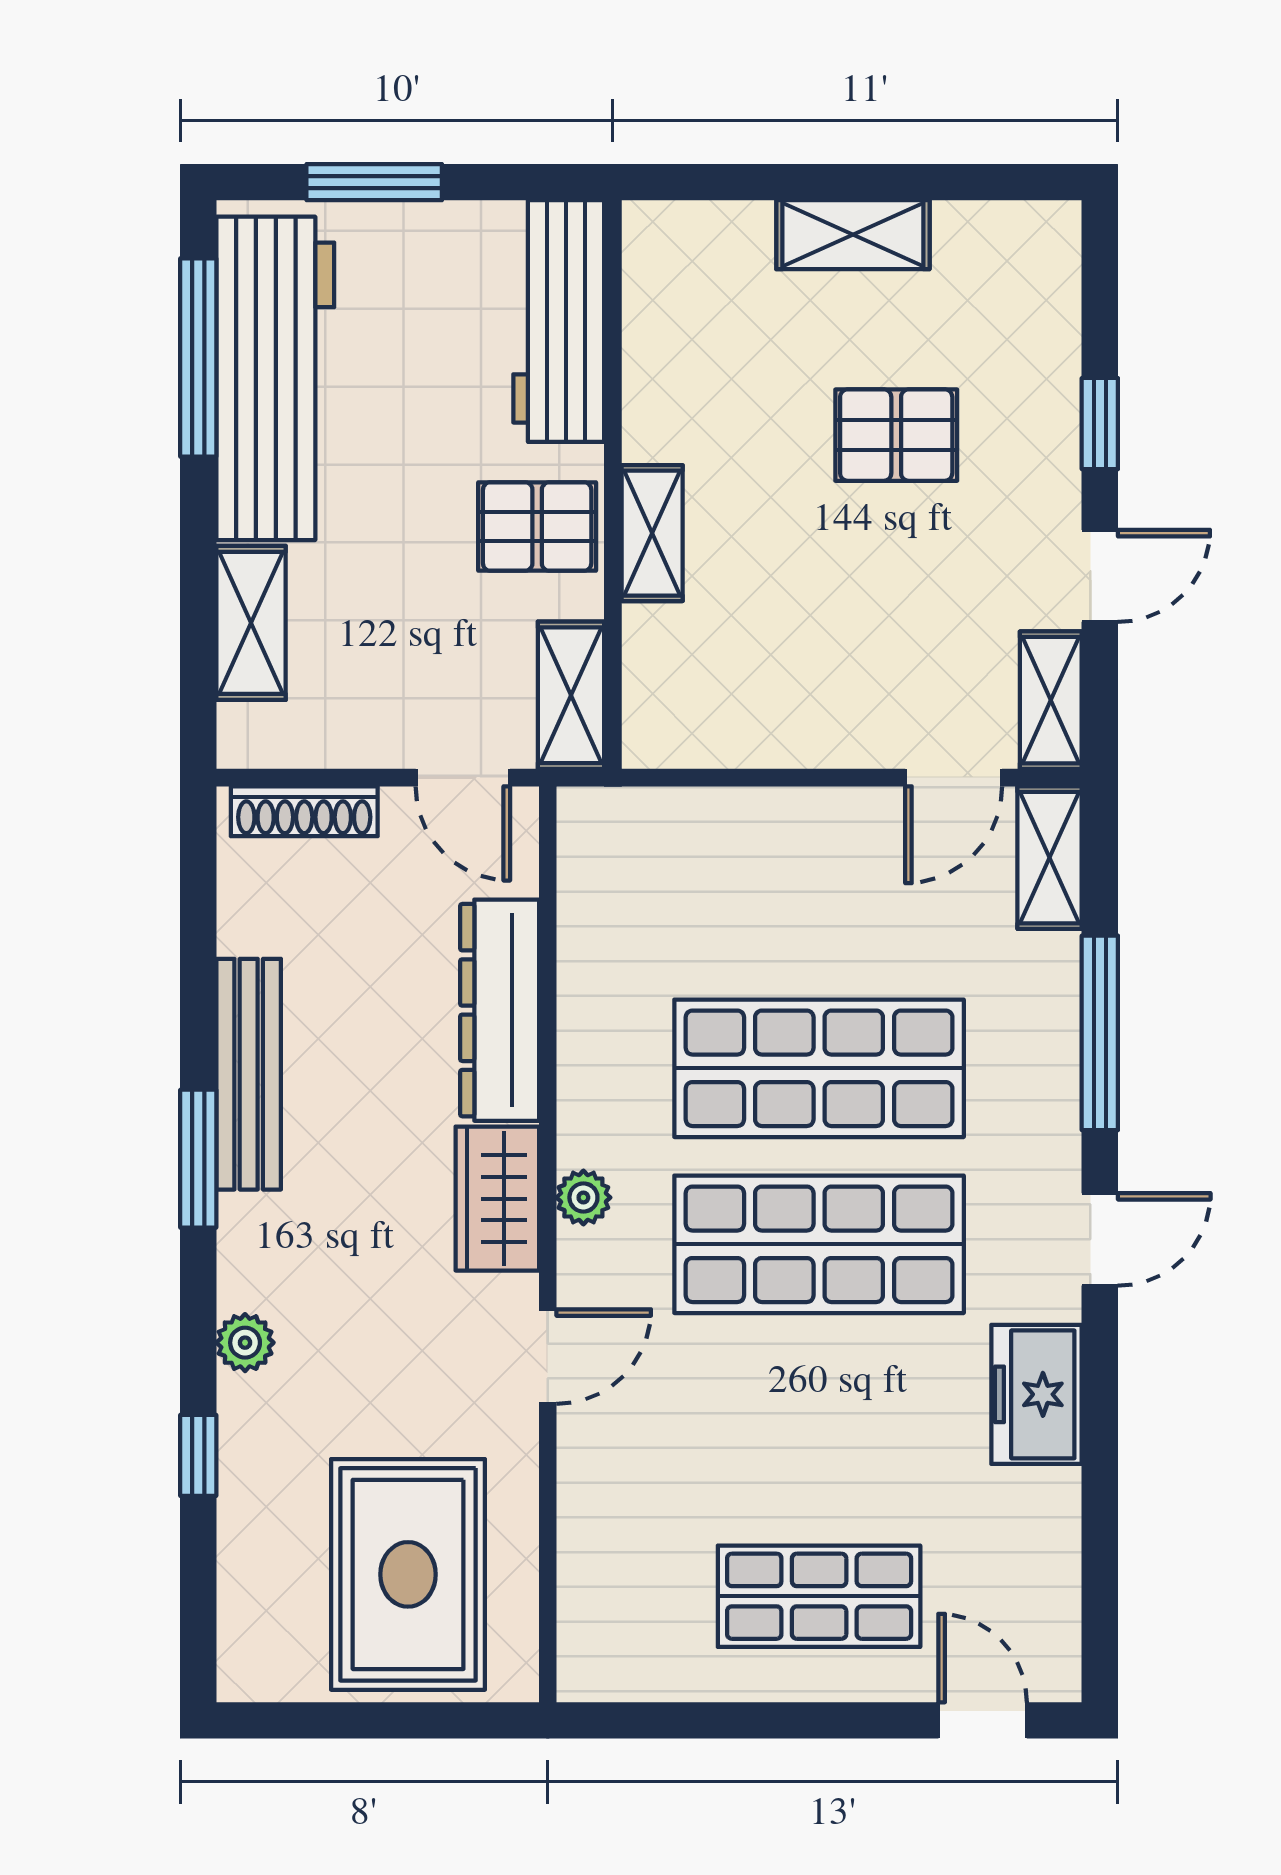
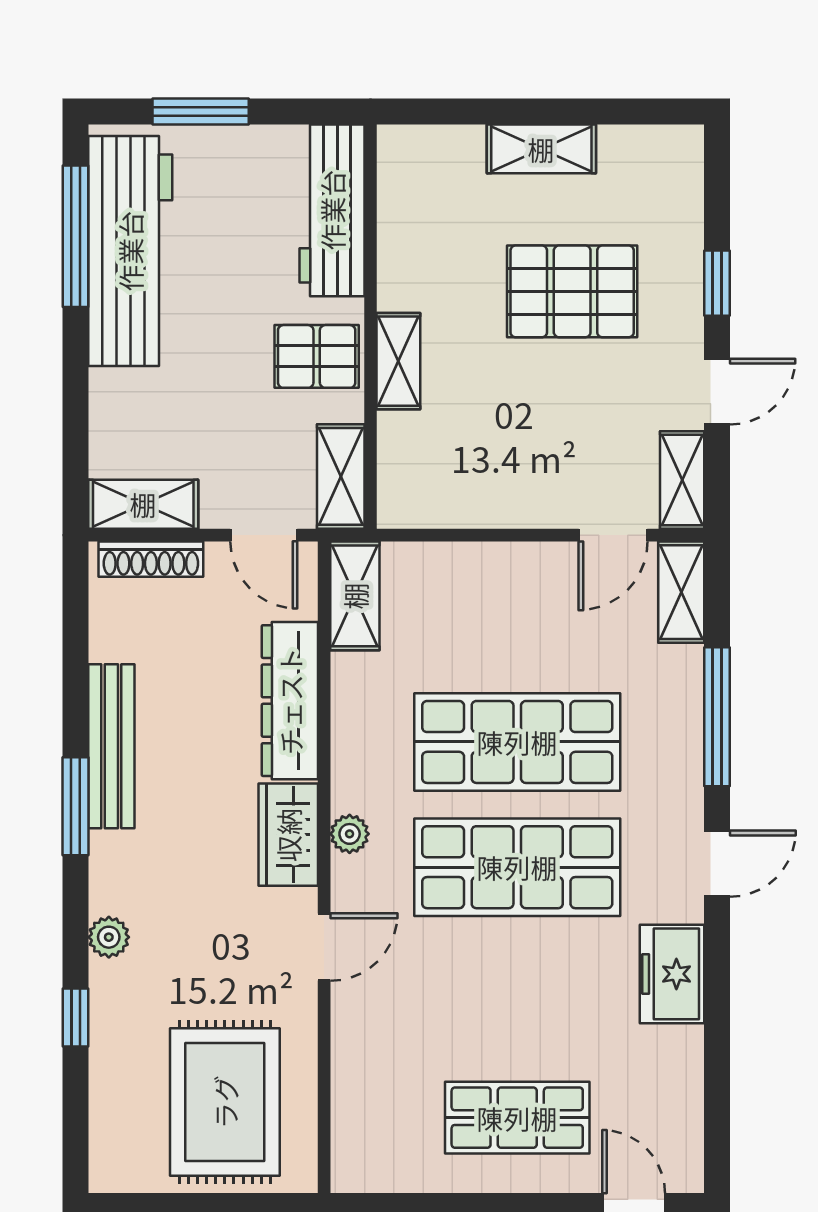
pallet: (896, 435) -> (572, 291), width x1.50, depth x1.42
shelving: (251, 623) -> (143, 504), moved, turned 90
shelving: (591, 863) -> (355, 596), added

